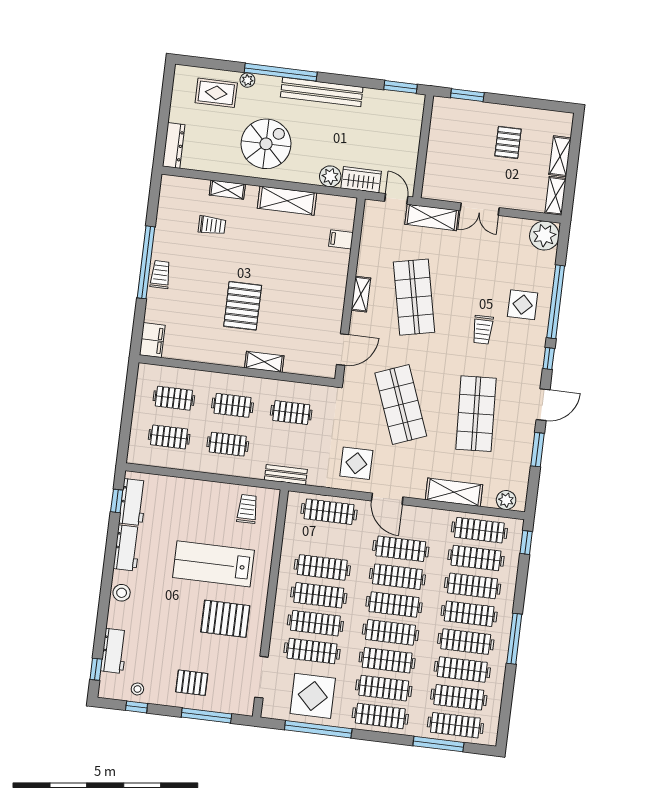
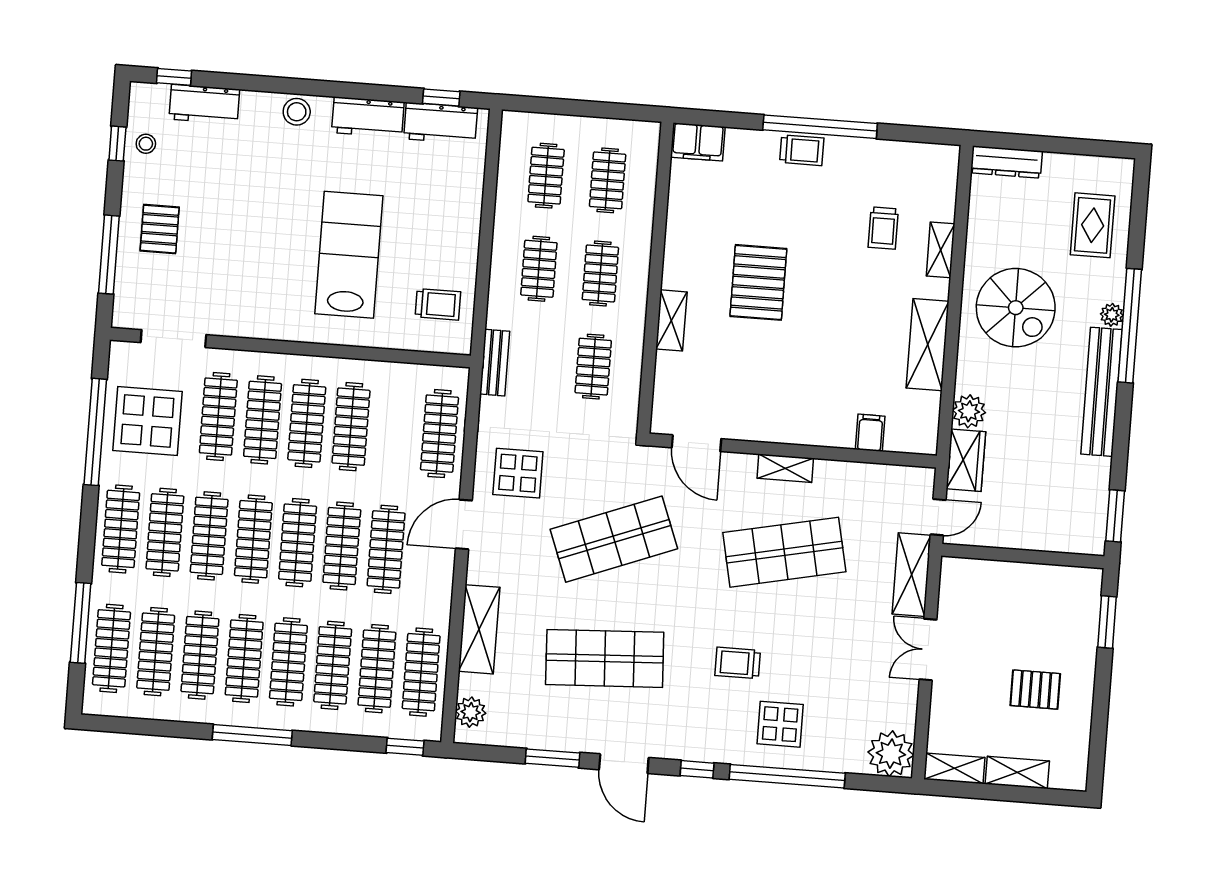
plant: (247, 80) -> (1112, 315), moved
pallet: (243, 306) -> (758, 282), turned 90
pallet: (225, 619) -> (263, 277), removed

